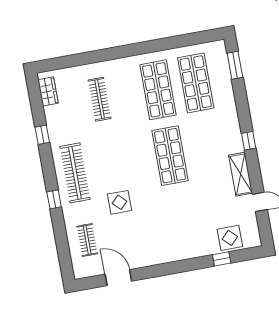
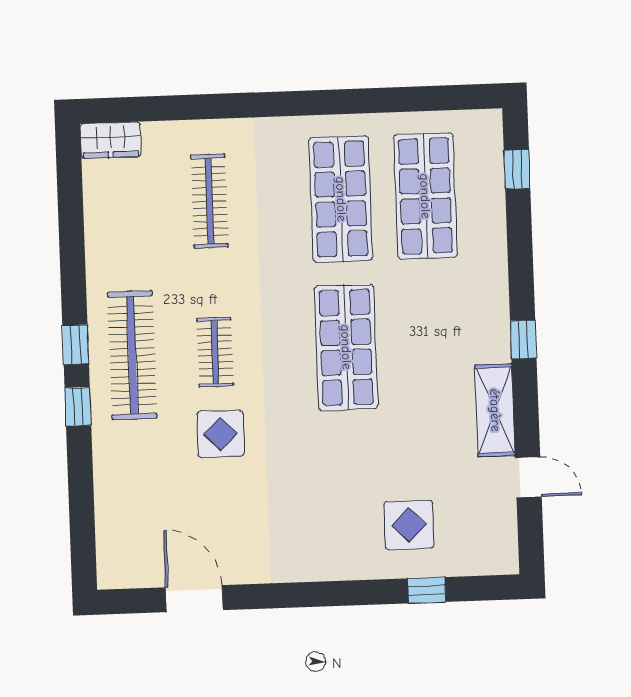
window: (235, 65) -> (517, 169), width x0.67
wardrobe: (48, 91) -> (111, 140), moved, turned 90
window: (42, 135) -> (76, 345), moved
display table: (230, 238) -> (409, 525), moved
clothes rail: (87, 240) -> (215, 352), moved

